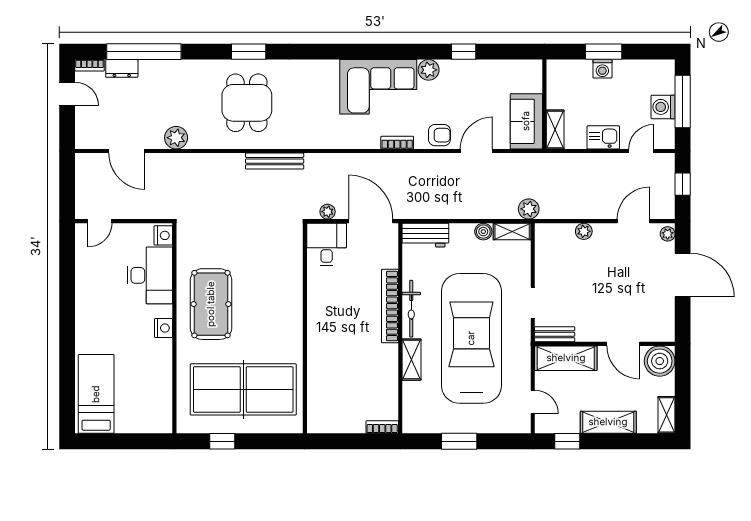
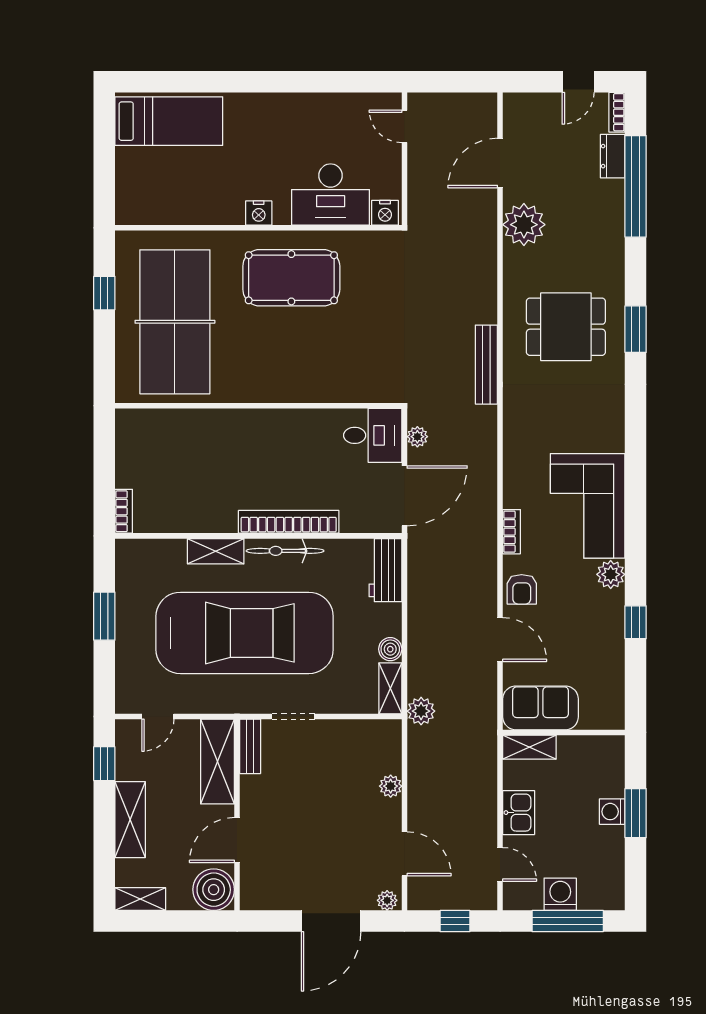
plant: (176, 138) -> (524, 225), width x1.36, depth x1.36

